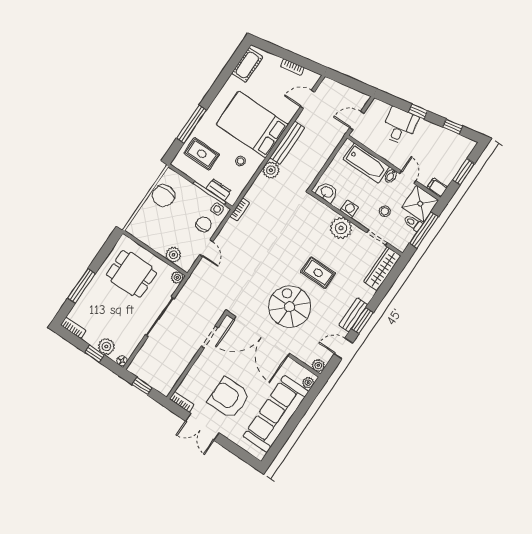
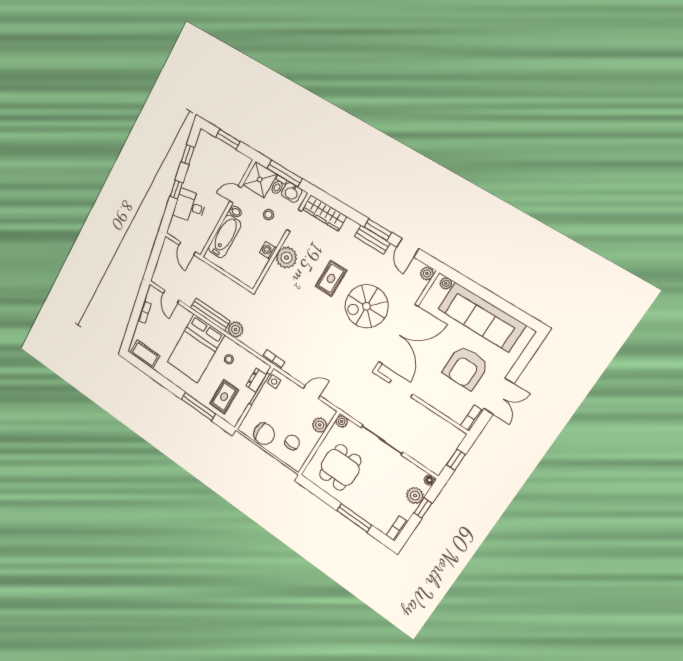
filing cabinet: (437, 188) -> (244, 164), removed
washbasin: (327, 192) -> (292, 192), moved, turned -90
chair: (204, 224) -> (292, 442), moved, turned 90

